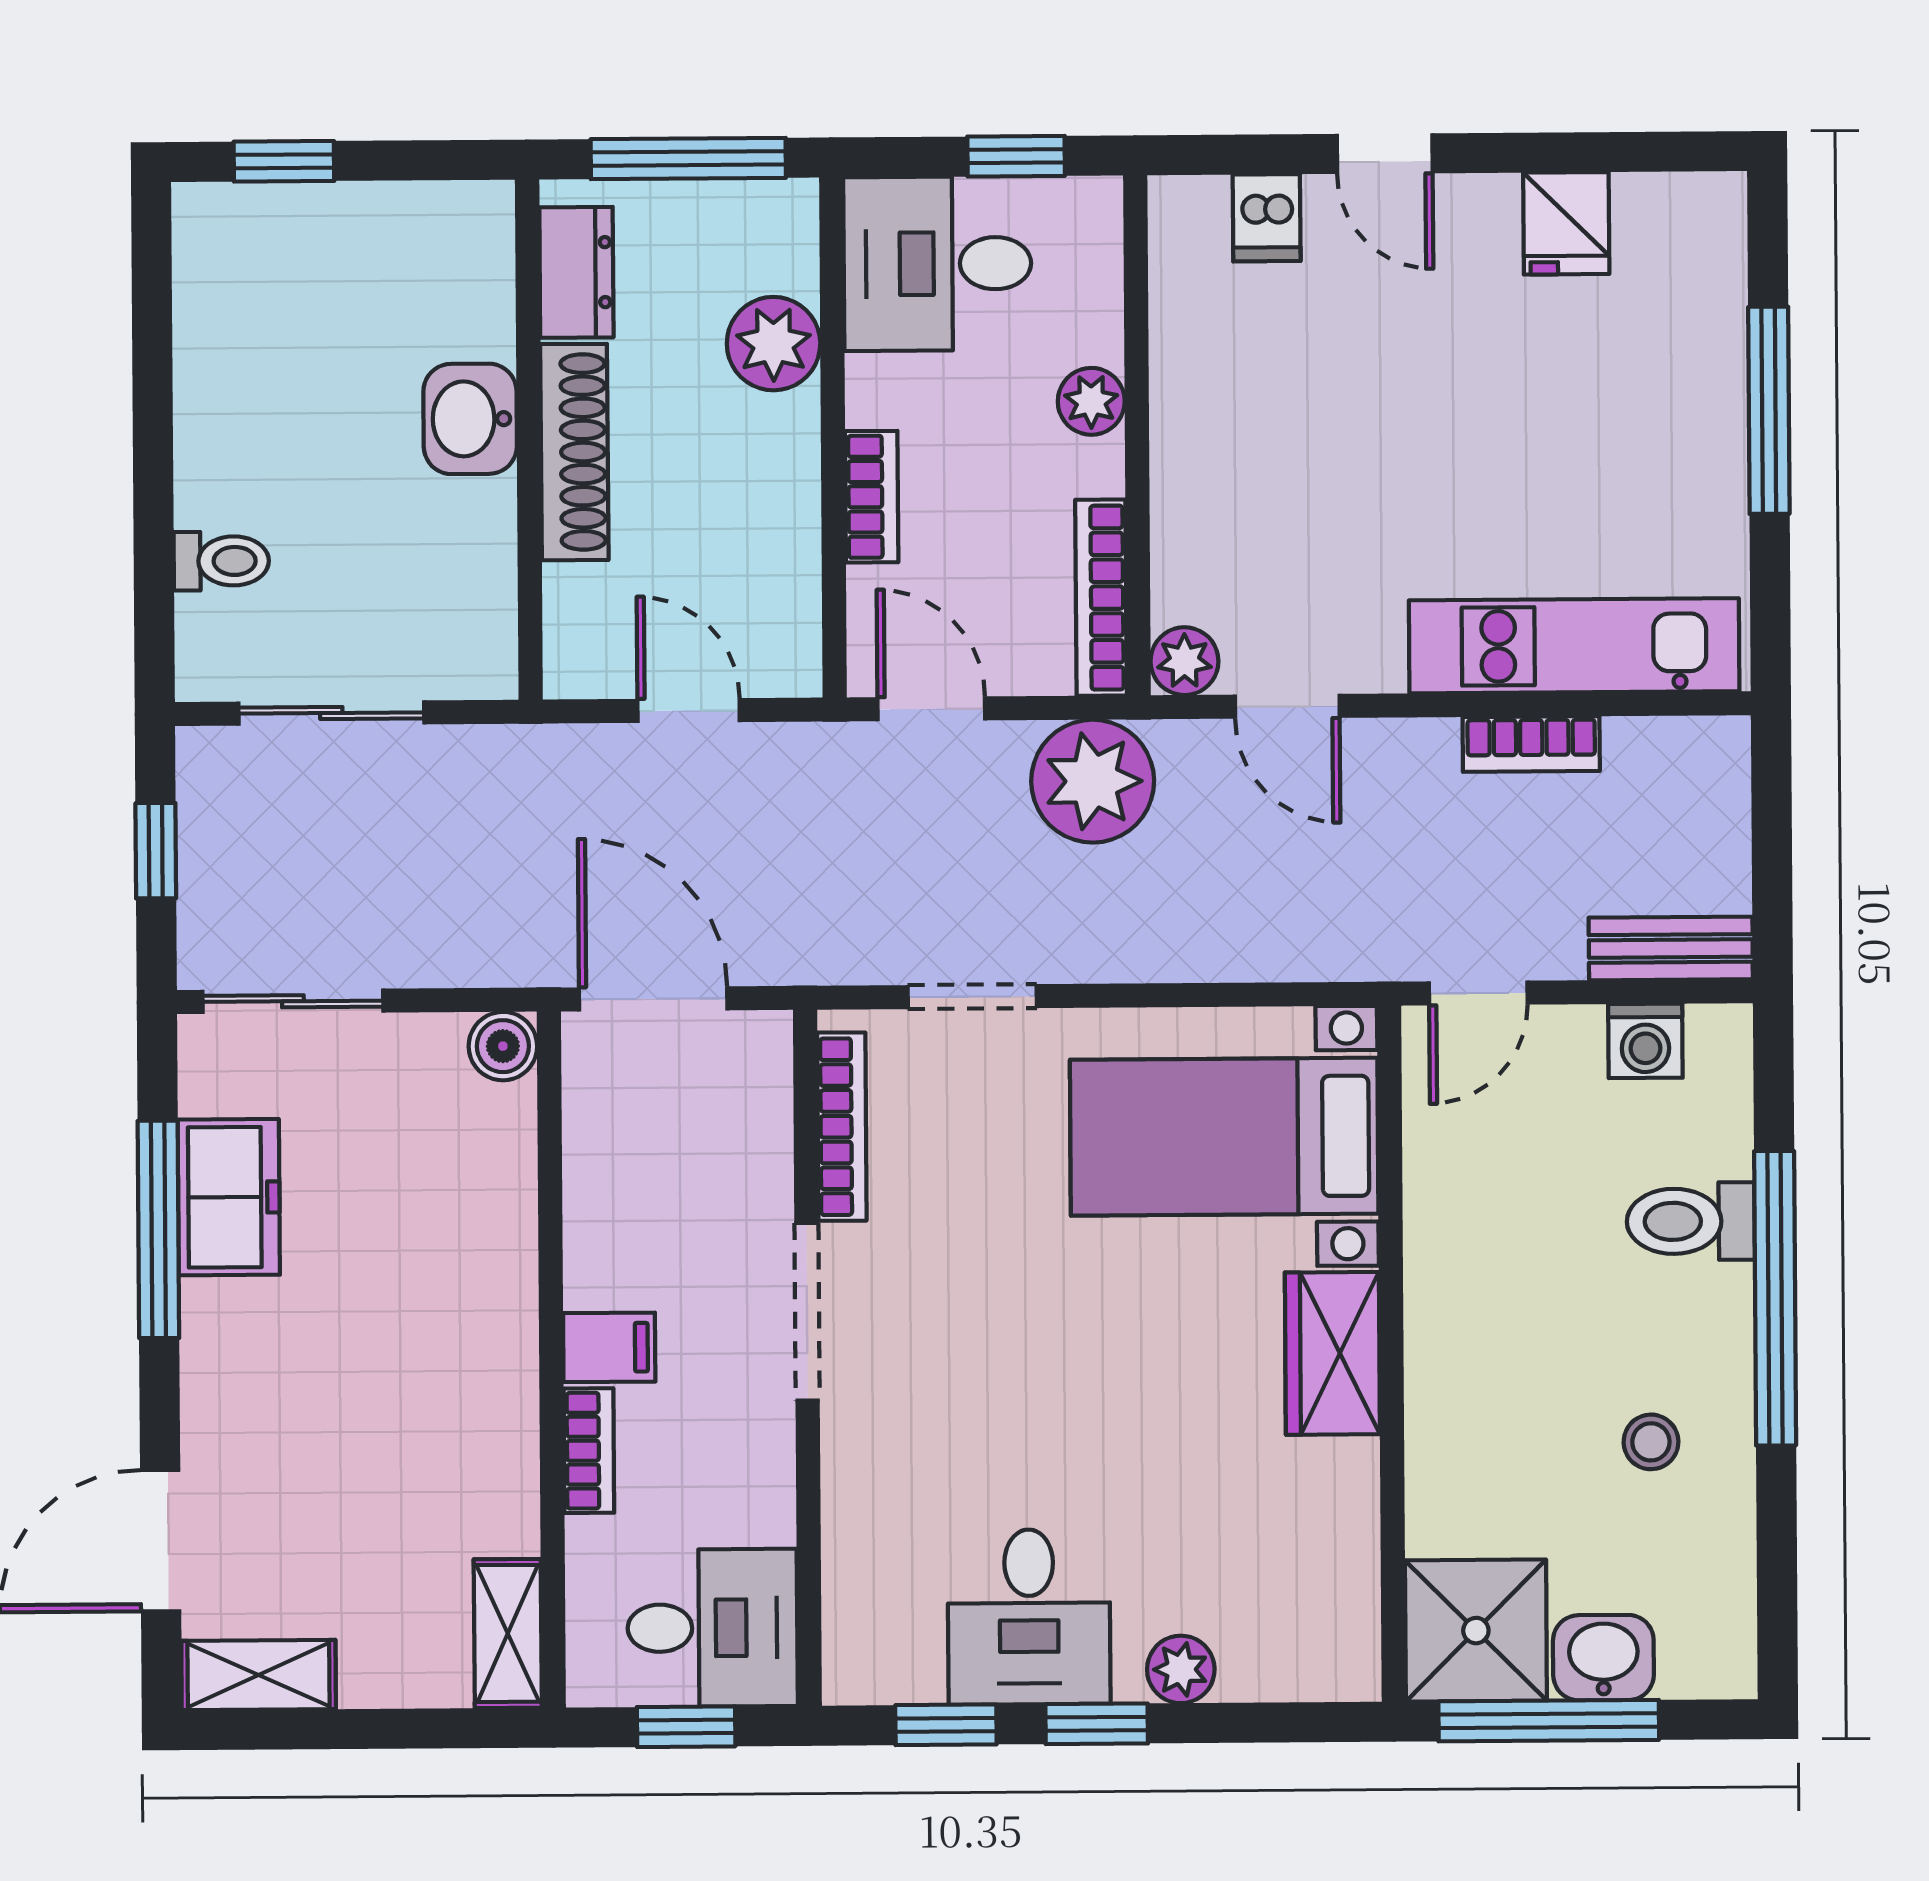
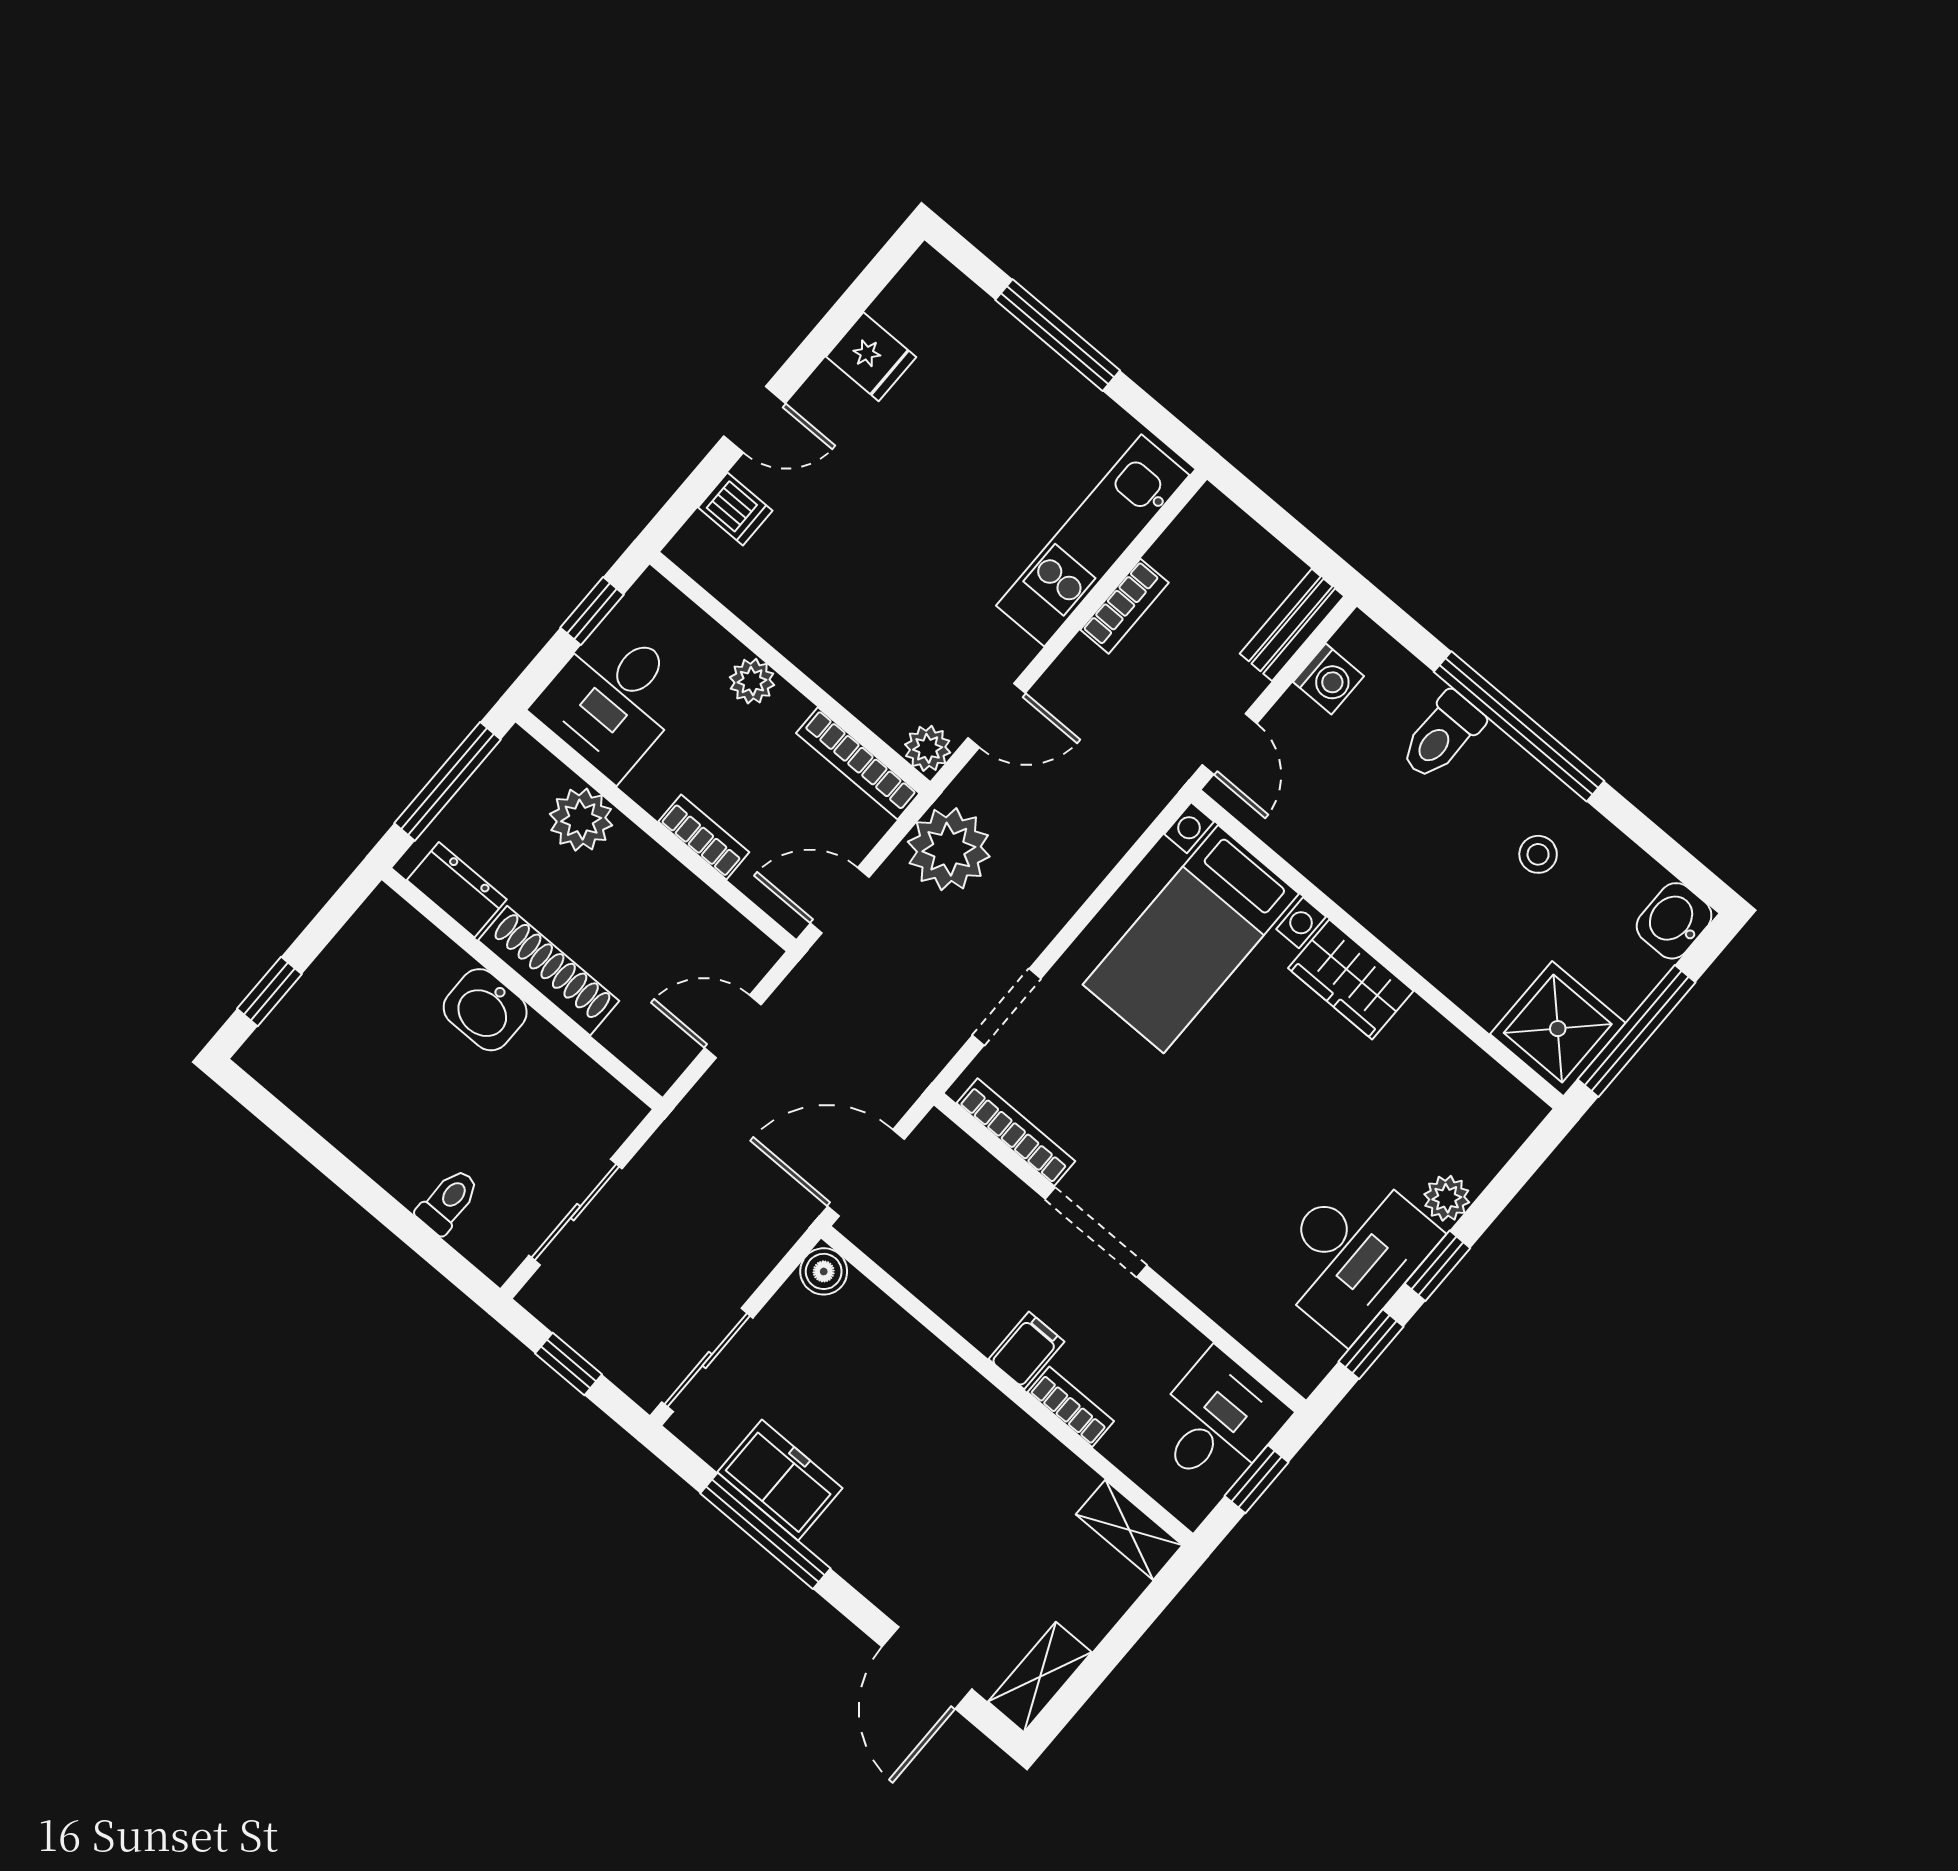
desk: (1029, 1617) -> (1352, 1253), width x1.37
washbasin: (1603, 1658) -> (1674, 921), moved

